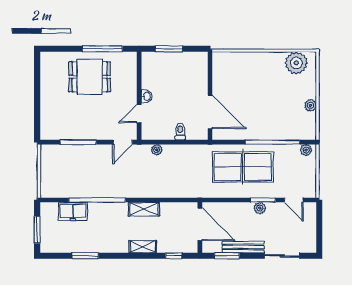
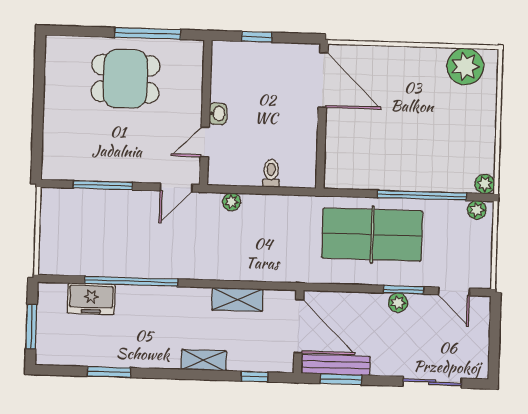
window: (169, 49) -> (257, 37), width x0.67
plant: (310, 105) -> (485, 184), moved
door: (210, 112) -> (323, 80), moved
shelving: (144, 209) -> (237, 300), moved
bench: (243, 247) -> (336, 365), moved

